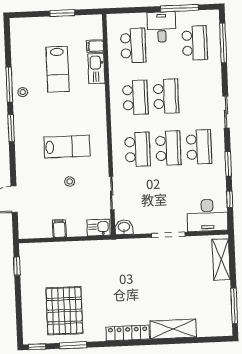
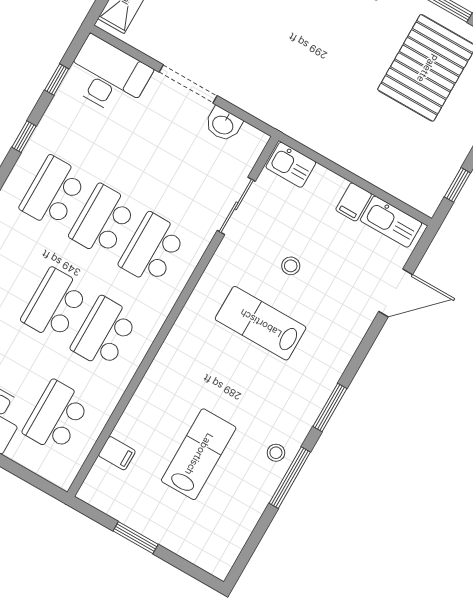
kitchen sink: (96, 69) -> (391, 222), moved, turned 90
window: (228, 164) -> (24, 137), width x0.67
washbasin: (124, 227) -> (223, 124), moved

